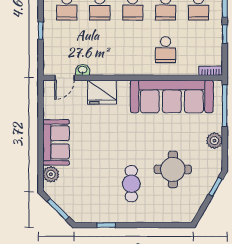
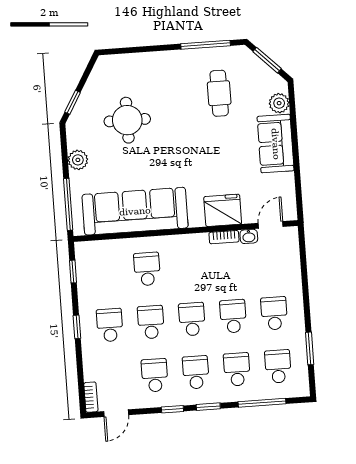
window: (41, 31) -> (305, 282), removed
window: (225, 34) -> (73, 272), moved
bookcase: (211, 71) -> (224, 237), moved
cafe table: (131, 184) -> (219, 93), moved
window: (106, 225) -> (206, 45), width x2.17

